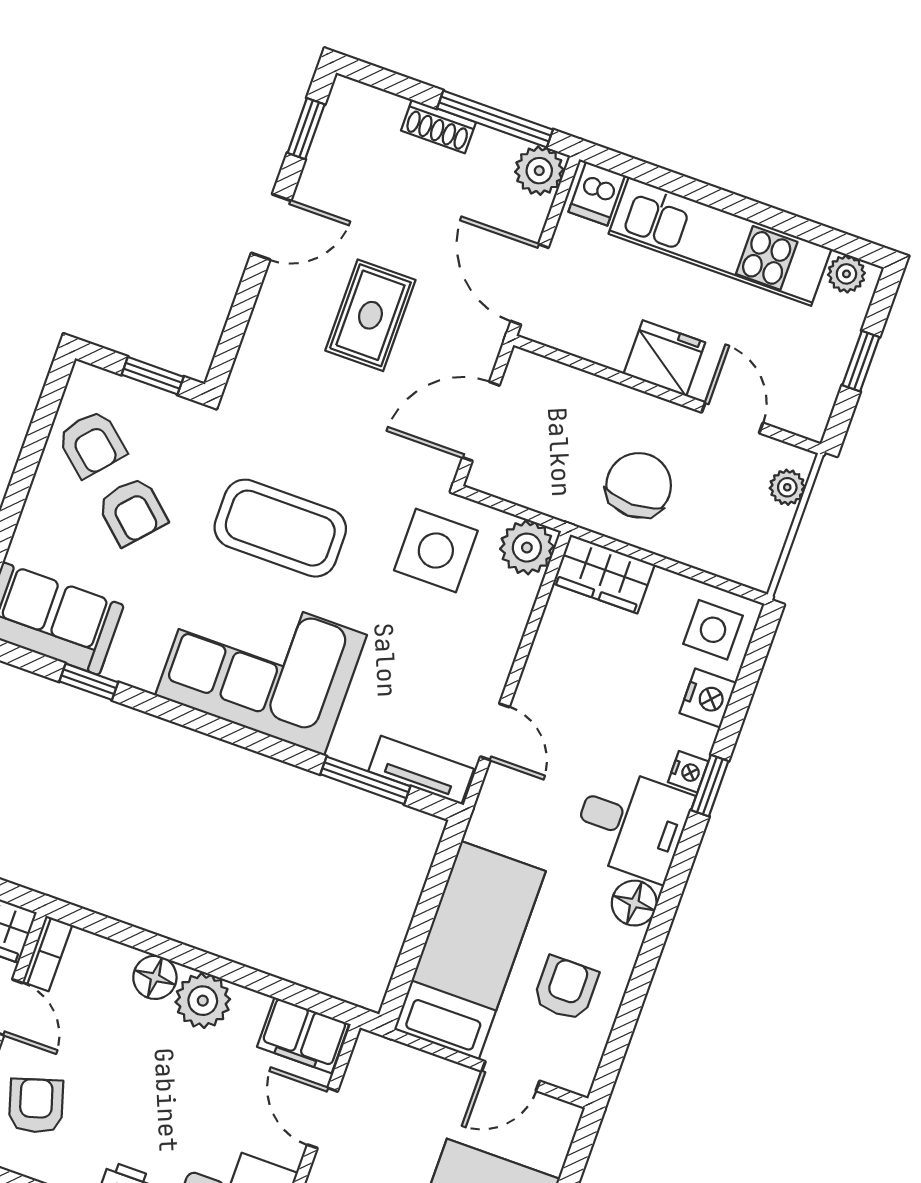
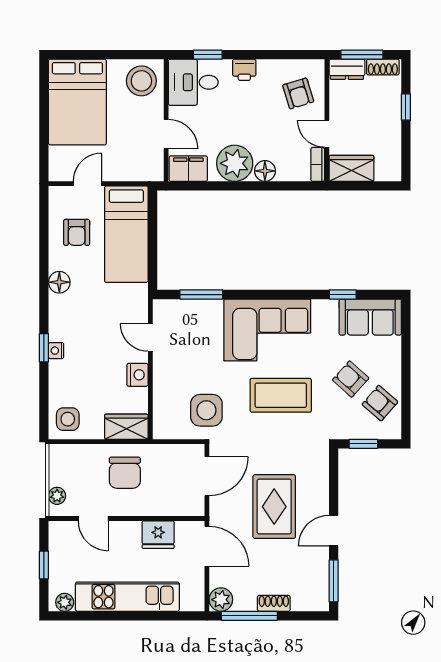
window: (306, 129) -> (334, 581), width x1.50
dishwasher: (597, 194) -> (191, 598), removed
rug: (370, 315) -> (274, 507), width x1.36, depth x1.43
fridge: (664, 358) -> (158, 535), moved
plant: (527, 548) -> (166, 426), removed
nightstand: (708, 698) -> (137, 375), moved, turned 180
tv unit: (421, 770) -> (178, 308), removed
desk: (632, 824) -> (73, 318), removed
plant: (203, 1001) -> (235, 163), width x1.36, depth x1.36

